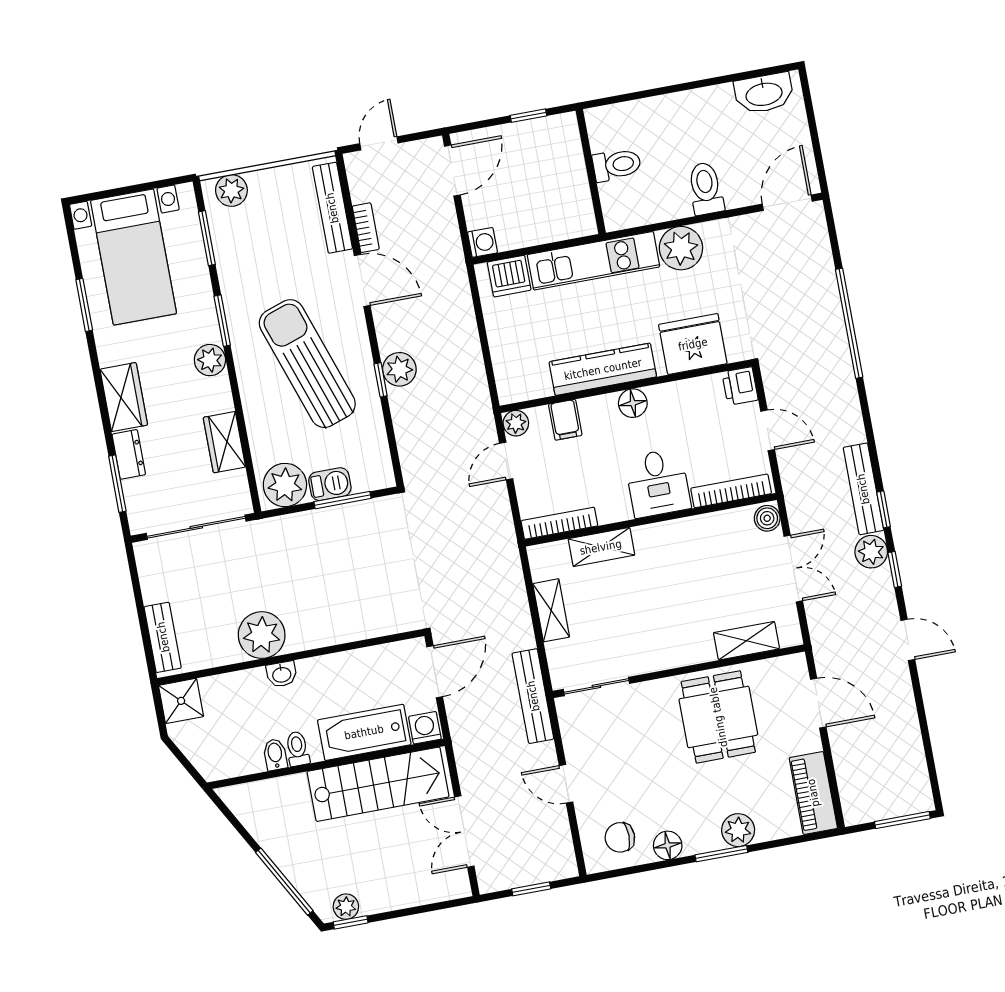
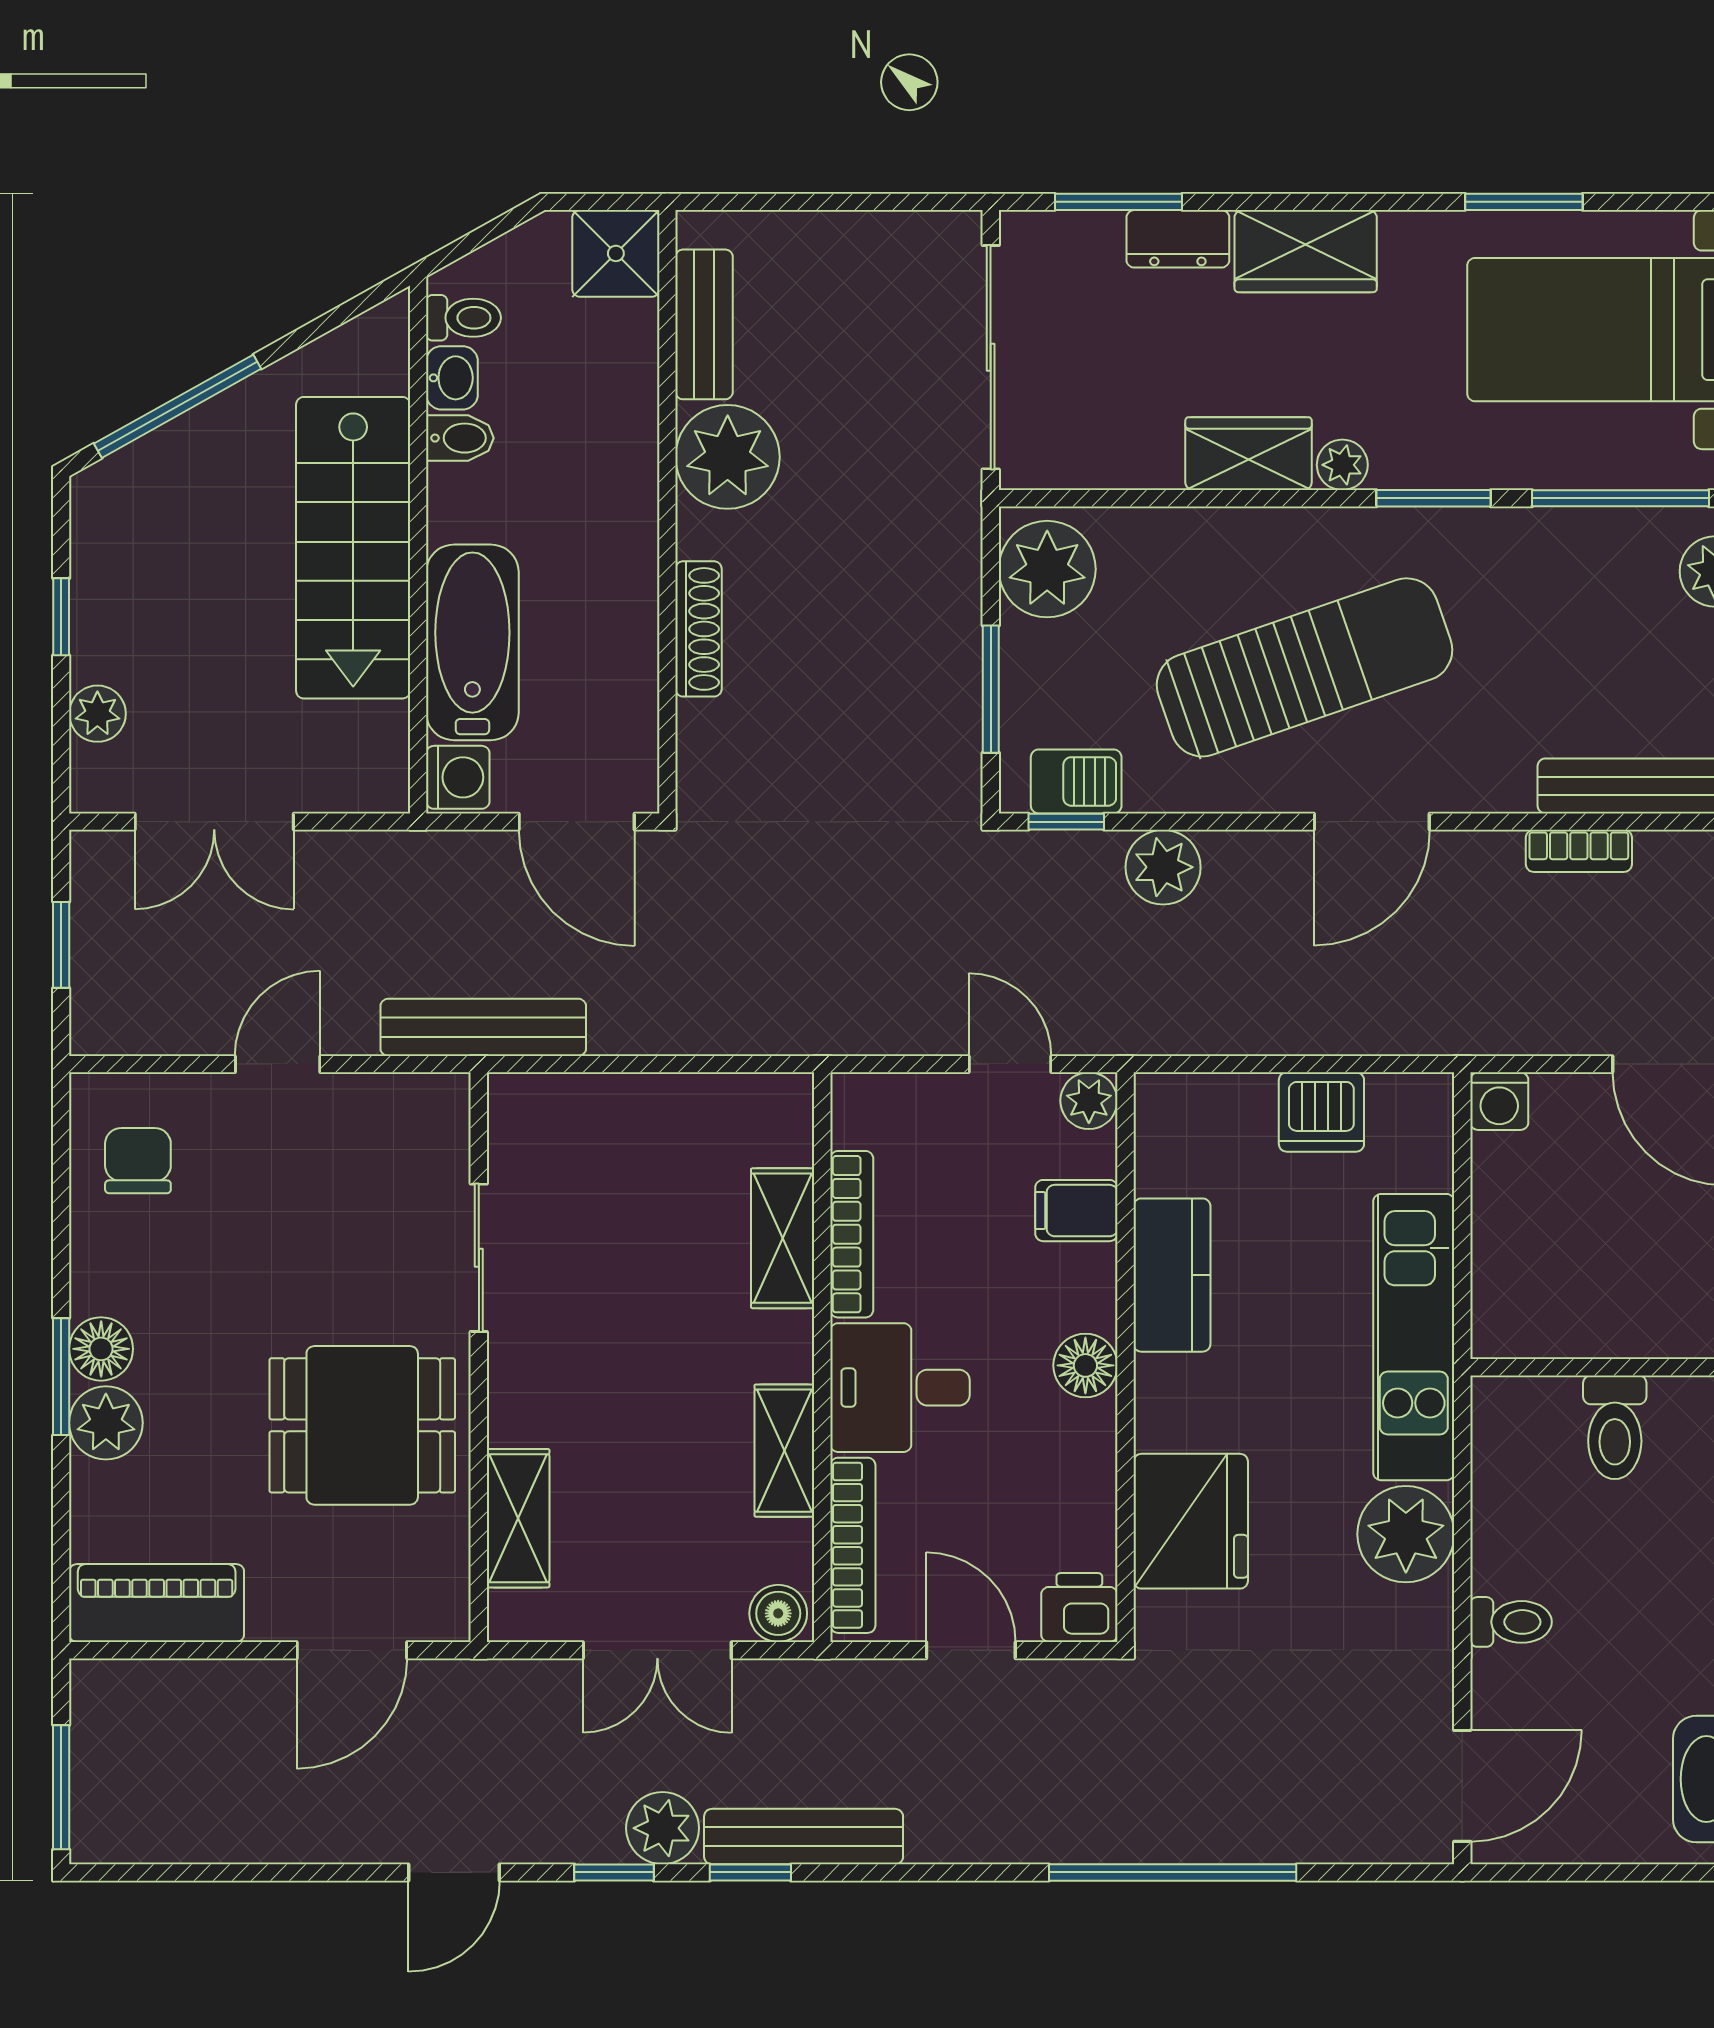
toilet: (706, 188) -> (1511, 1622), width x0.73, depth x0.72
door: (787, 203) -> (1462, 1786), hinge flipped
window: (207, 238) -> (1621, 498), width x1.44
dishwasher: (509, 276) -> (1321, 1112), moved, turned -90
door: (362, 281) -> (1372, 822), moved
plant: (210, 360) -> (1342, 465), width x0.73, depth x0.73
plant: (399, 369) -> (1163, 867), moved
kitchen counter: (603, 369) -> (1172, 1275), width x0.67
window: (381, 380) -> (1066, 822), moved
door: (768, 430) -> (971, 1650), swing flipped
wardrobe: (224, 442) -> (1249, 454), moved
barbecue: (330, 484) -> (1076, 781), moved, turned -90
bookcase: (559, 523) -> (852, 1234), moved
shelving: (551, 610) -> (784, 1451), moved, turned 90
shoe rack: (340, 634) -> (699, 629), added
bench: (163, 637) -> (704, 324), moved, turned 90
washbasin: (282, 674) -> (452, 378), moved, turned 180
sliding door: (596, 686) -> (479, 1258), moved
toilet: (297, 749) -> (464, 318), moved
stairs: (378, 784) -> (353, 548), moved
double door: (464, 831) -> (214, 822), swing flipped
floor lamp: (668, 845) -> (101, 1349), moved
plant: (346, 907) -> (97, 714), moved
window: (351, 922) -> (61, 617), moved

